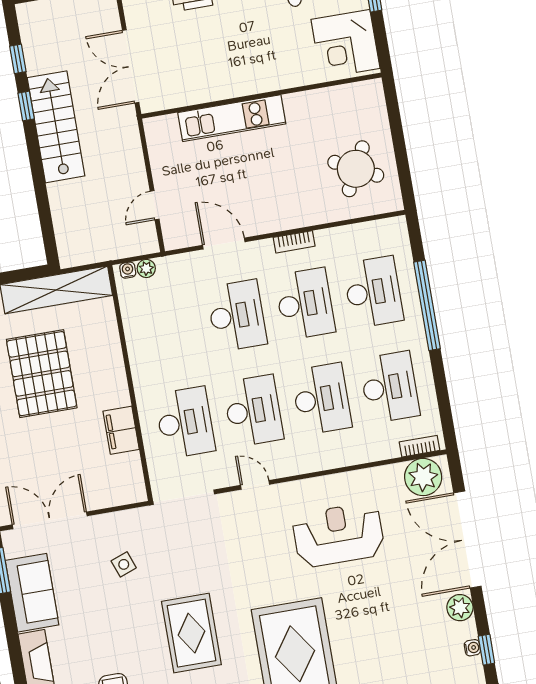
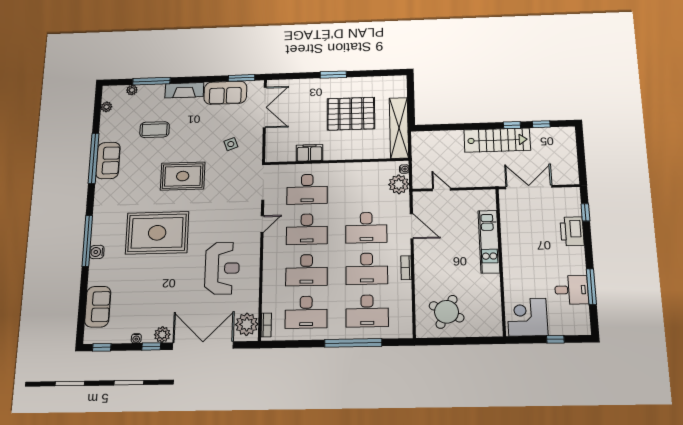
door: (224, 243) -> (412, 226), hinge flipped
plant: (146, 268) -> (399, 184), width x1.88, depth x1.88
window: (486, 650) -> (151, 346), moved

